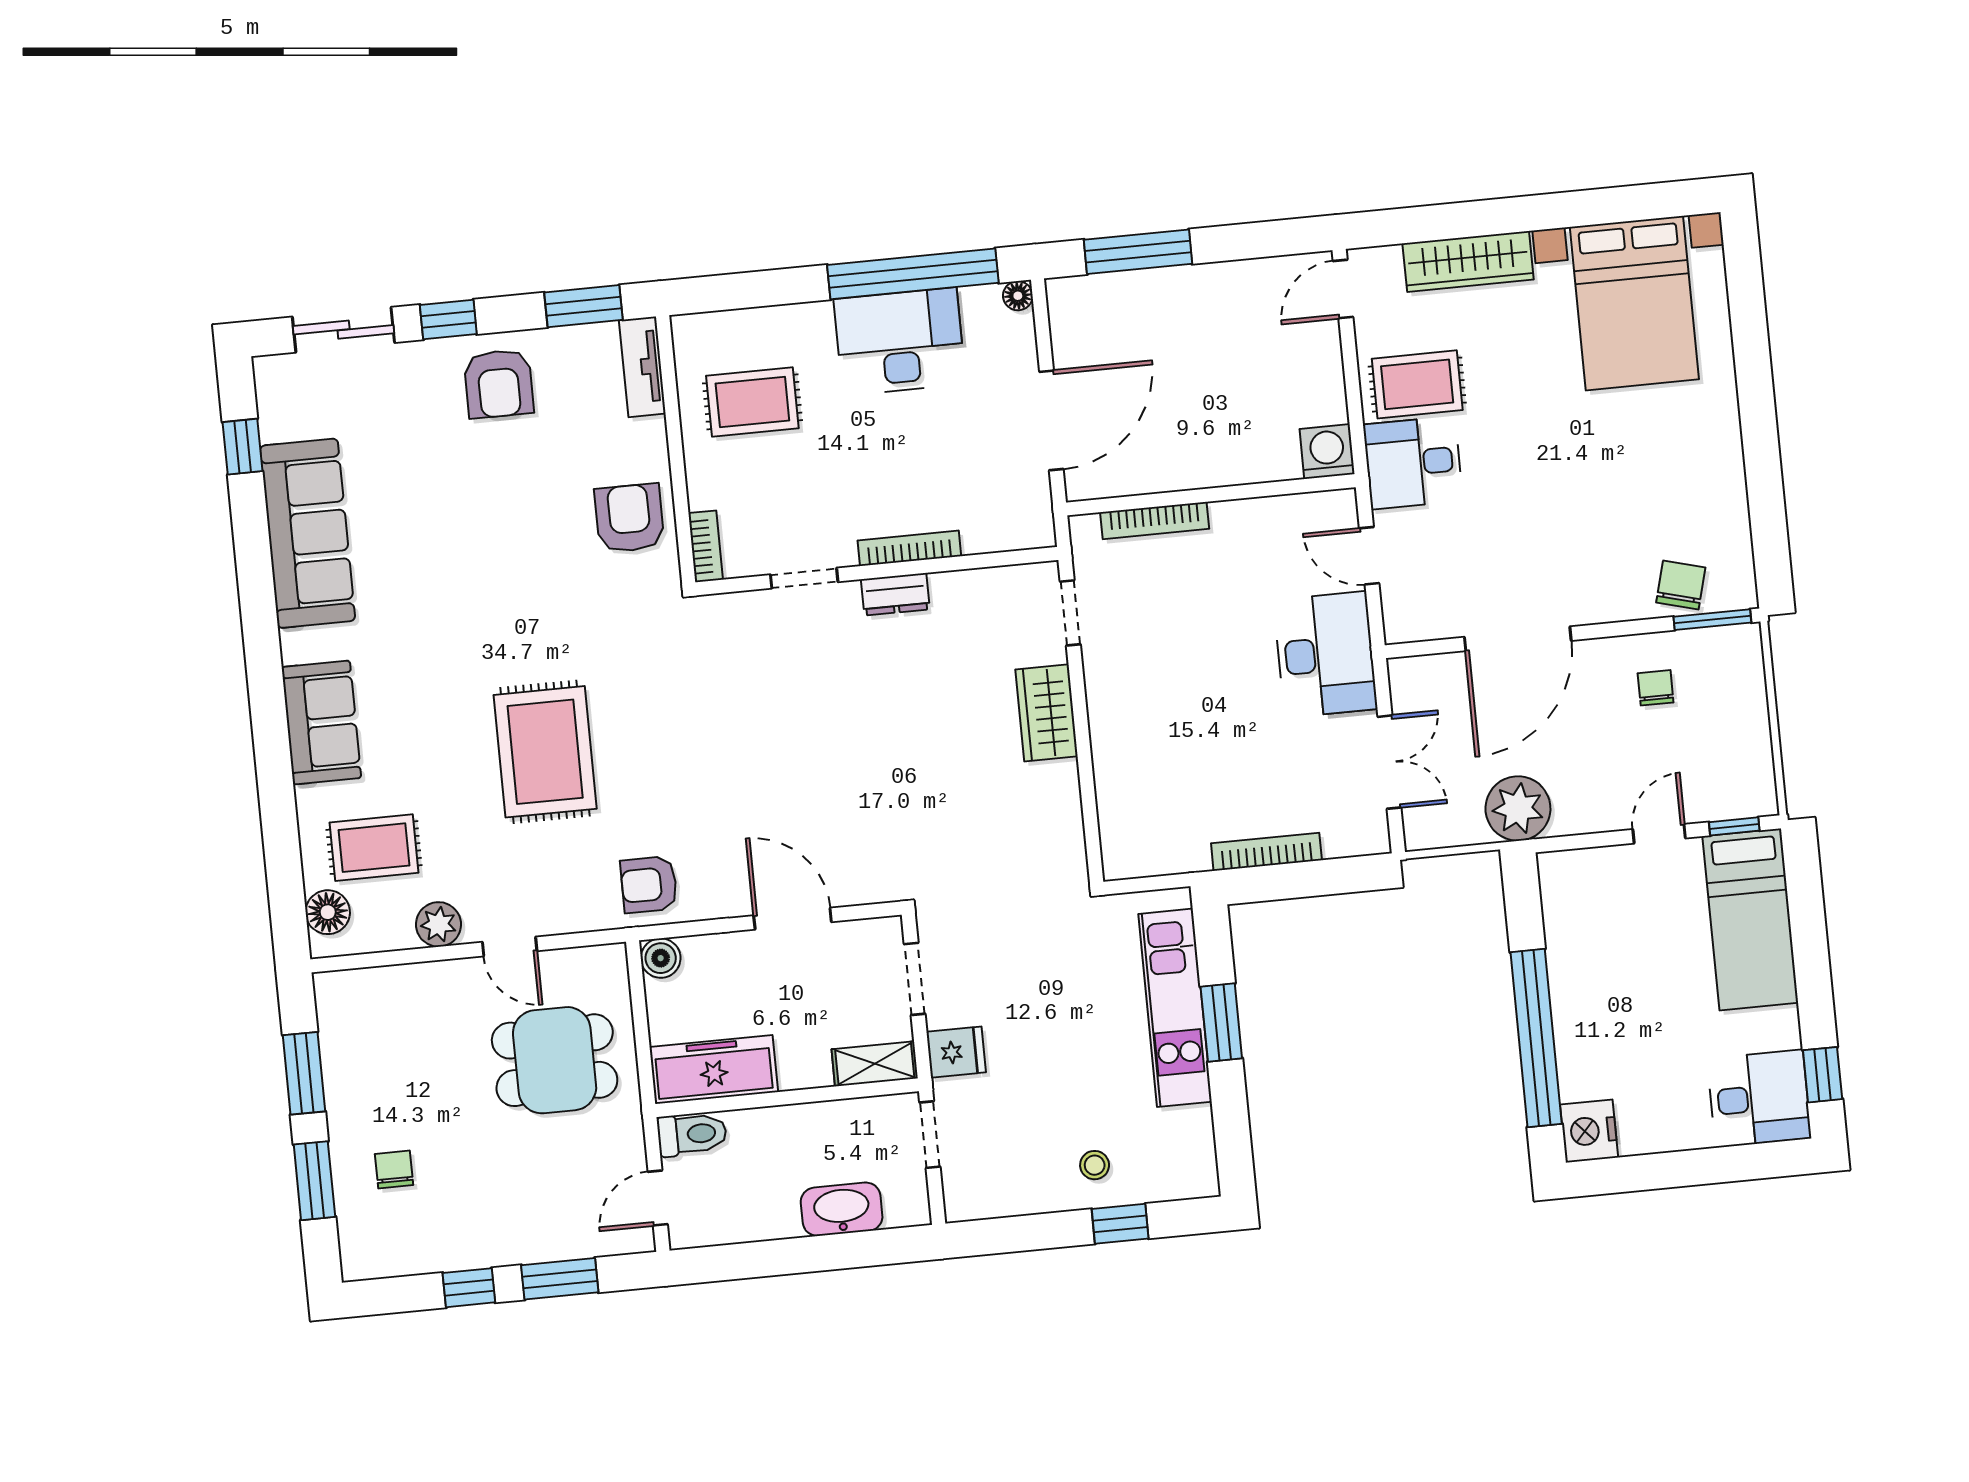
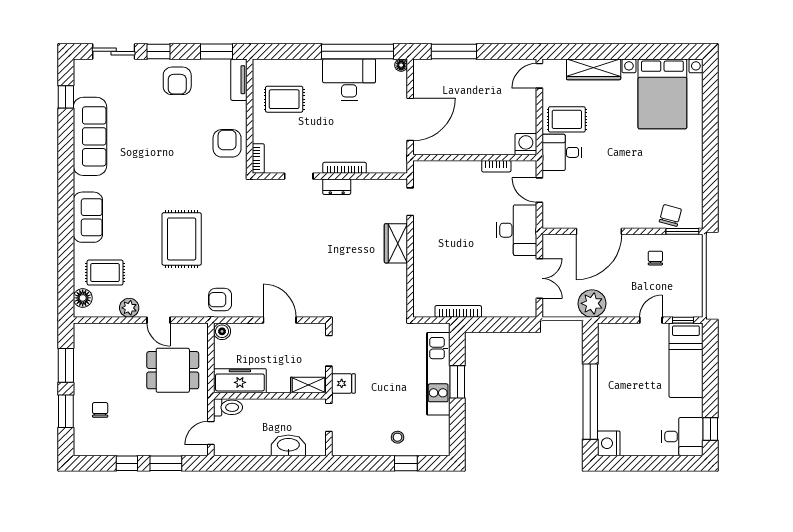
bookcase: (1155, 521) -> (496, 166), moved, width x0.64
bookcase: (1266, 852) -> (458, 311), moved

